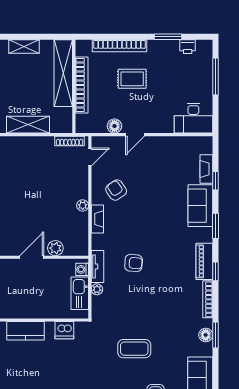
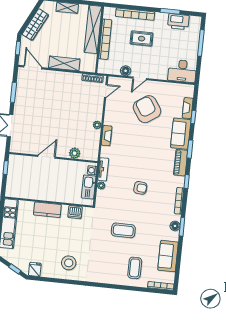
printer: (188, 47) -> (178, 22), width x1.87, depth x1.48
armchair: (116, 190) -> (147, 109), moved, width x1.88, depth x1.88
door: (32, 257) -> (47, 157), moved
piano: (204, 261) -> (181, 163), moved
armchair: (134, 263) -> (140, 188), moved

